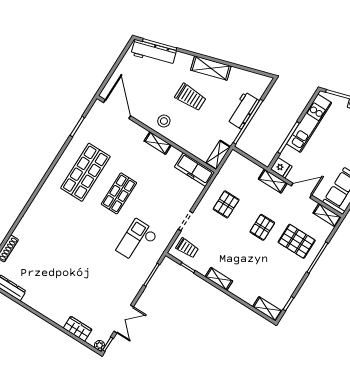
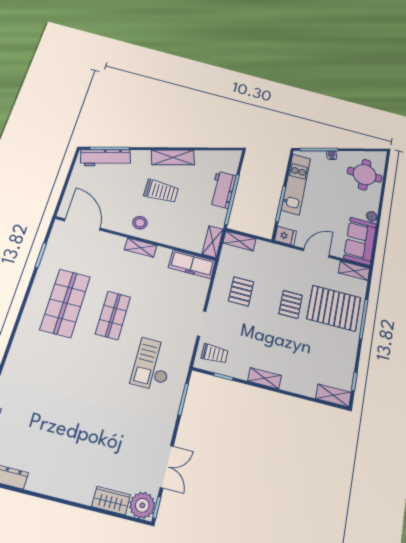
shelving: (273, 181) -> (239, 241), moved
pallet: (297, 241) -> (334, 308), width x1.37, depth x1.41
plant: (100, 345) -> (142, 505), width x1.87, depth x1.87

